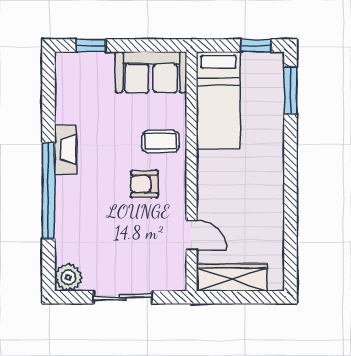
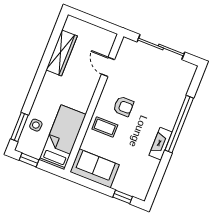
side table: (267, 103) -> (36, 125), added
plant: (68, 277) -> (187, 70), removed
wardrobe: (232, 277) -> (62, 53), moved, turned -90
sliding door: (123, 297) -> (161, 47), width x1.37

